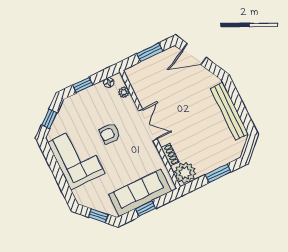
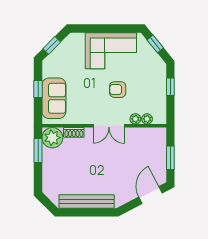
floor lamp: (109, 83) -> (162, 110), removed
plant: (129, 103) -> (135, 119), added
armchair: (110, 133) -> (118, 90), turned -90
window: (218, 173) -> (38, 150), moved
sofa: (140, 193) -> (54, 98), width x0.73

